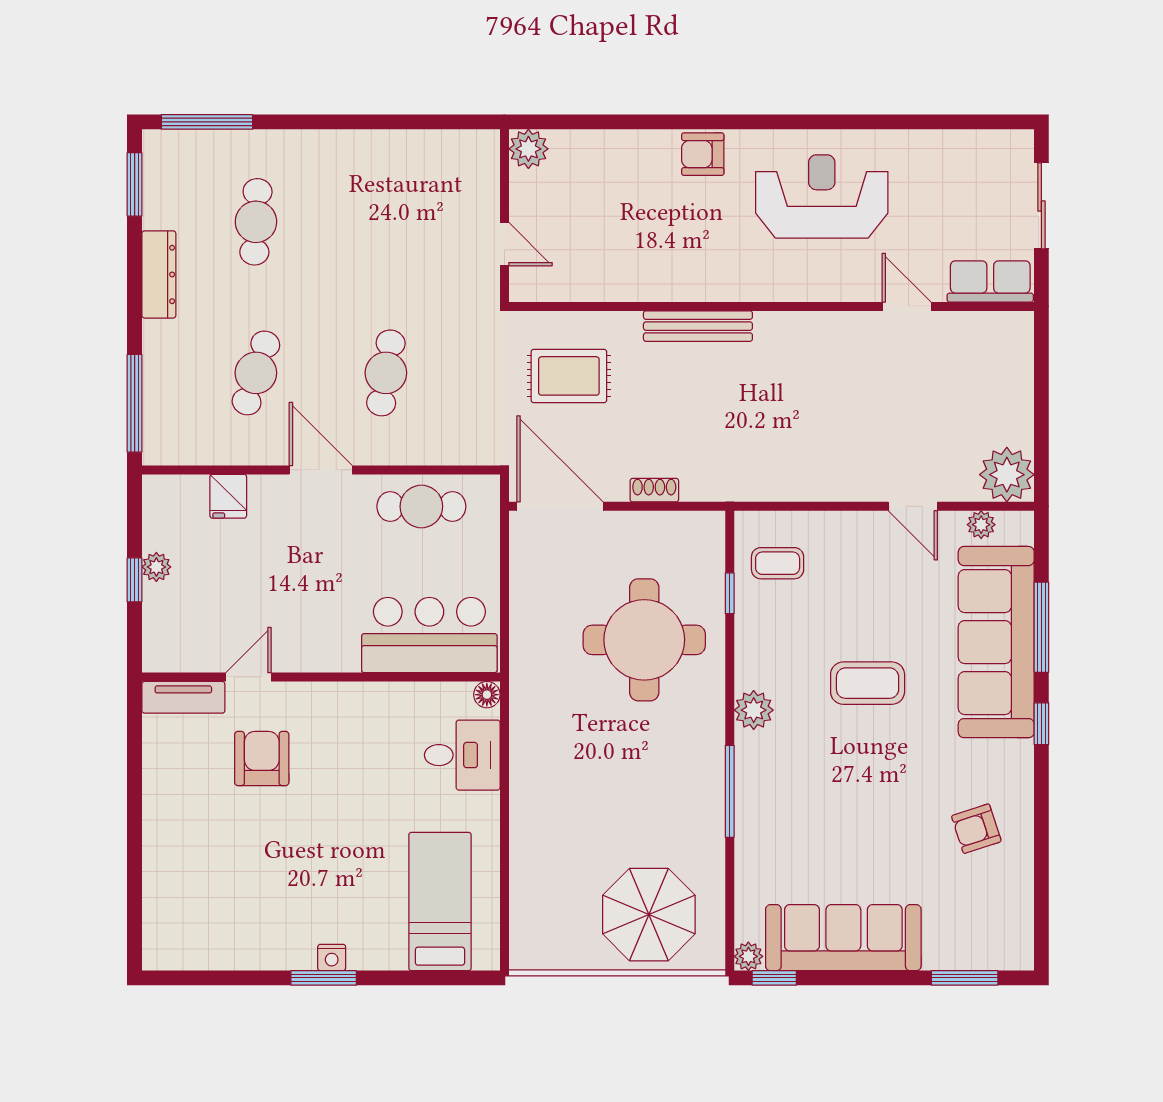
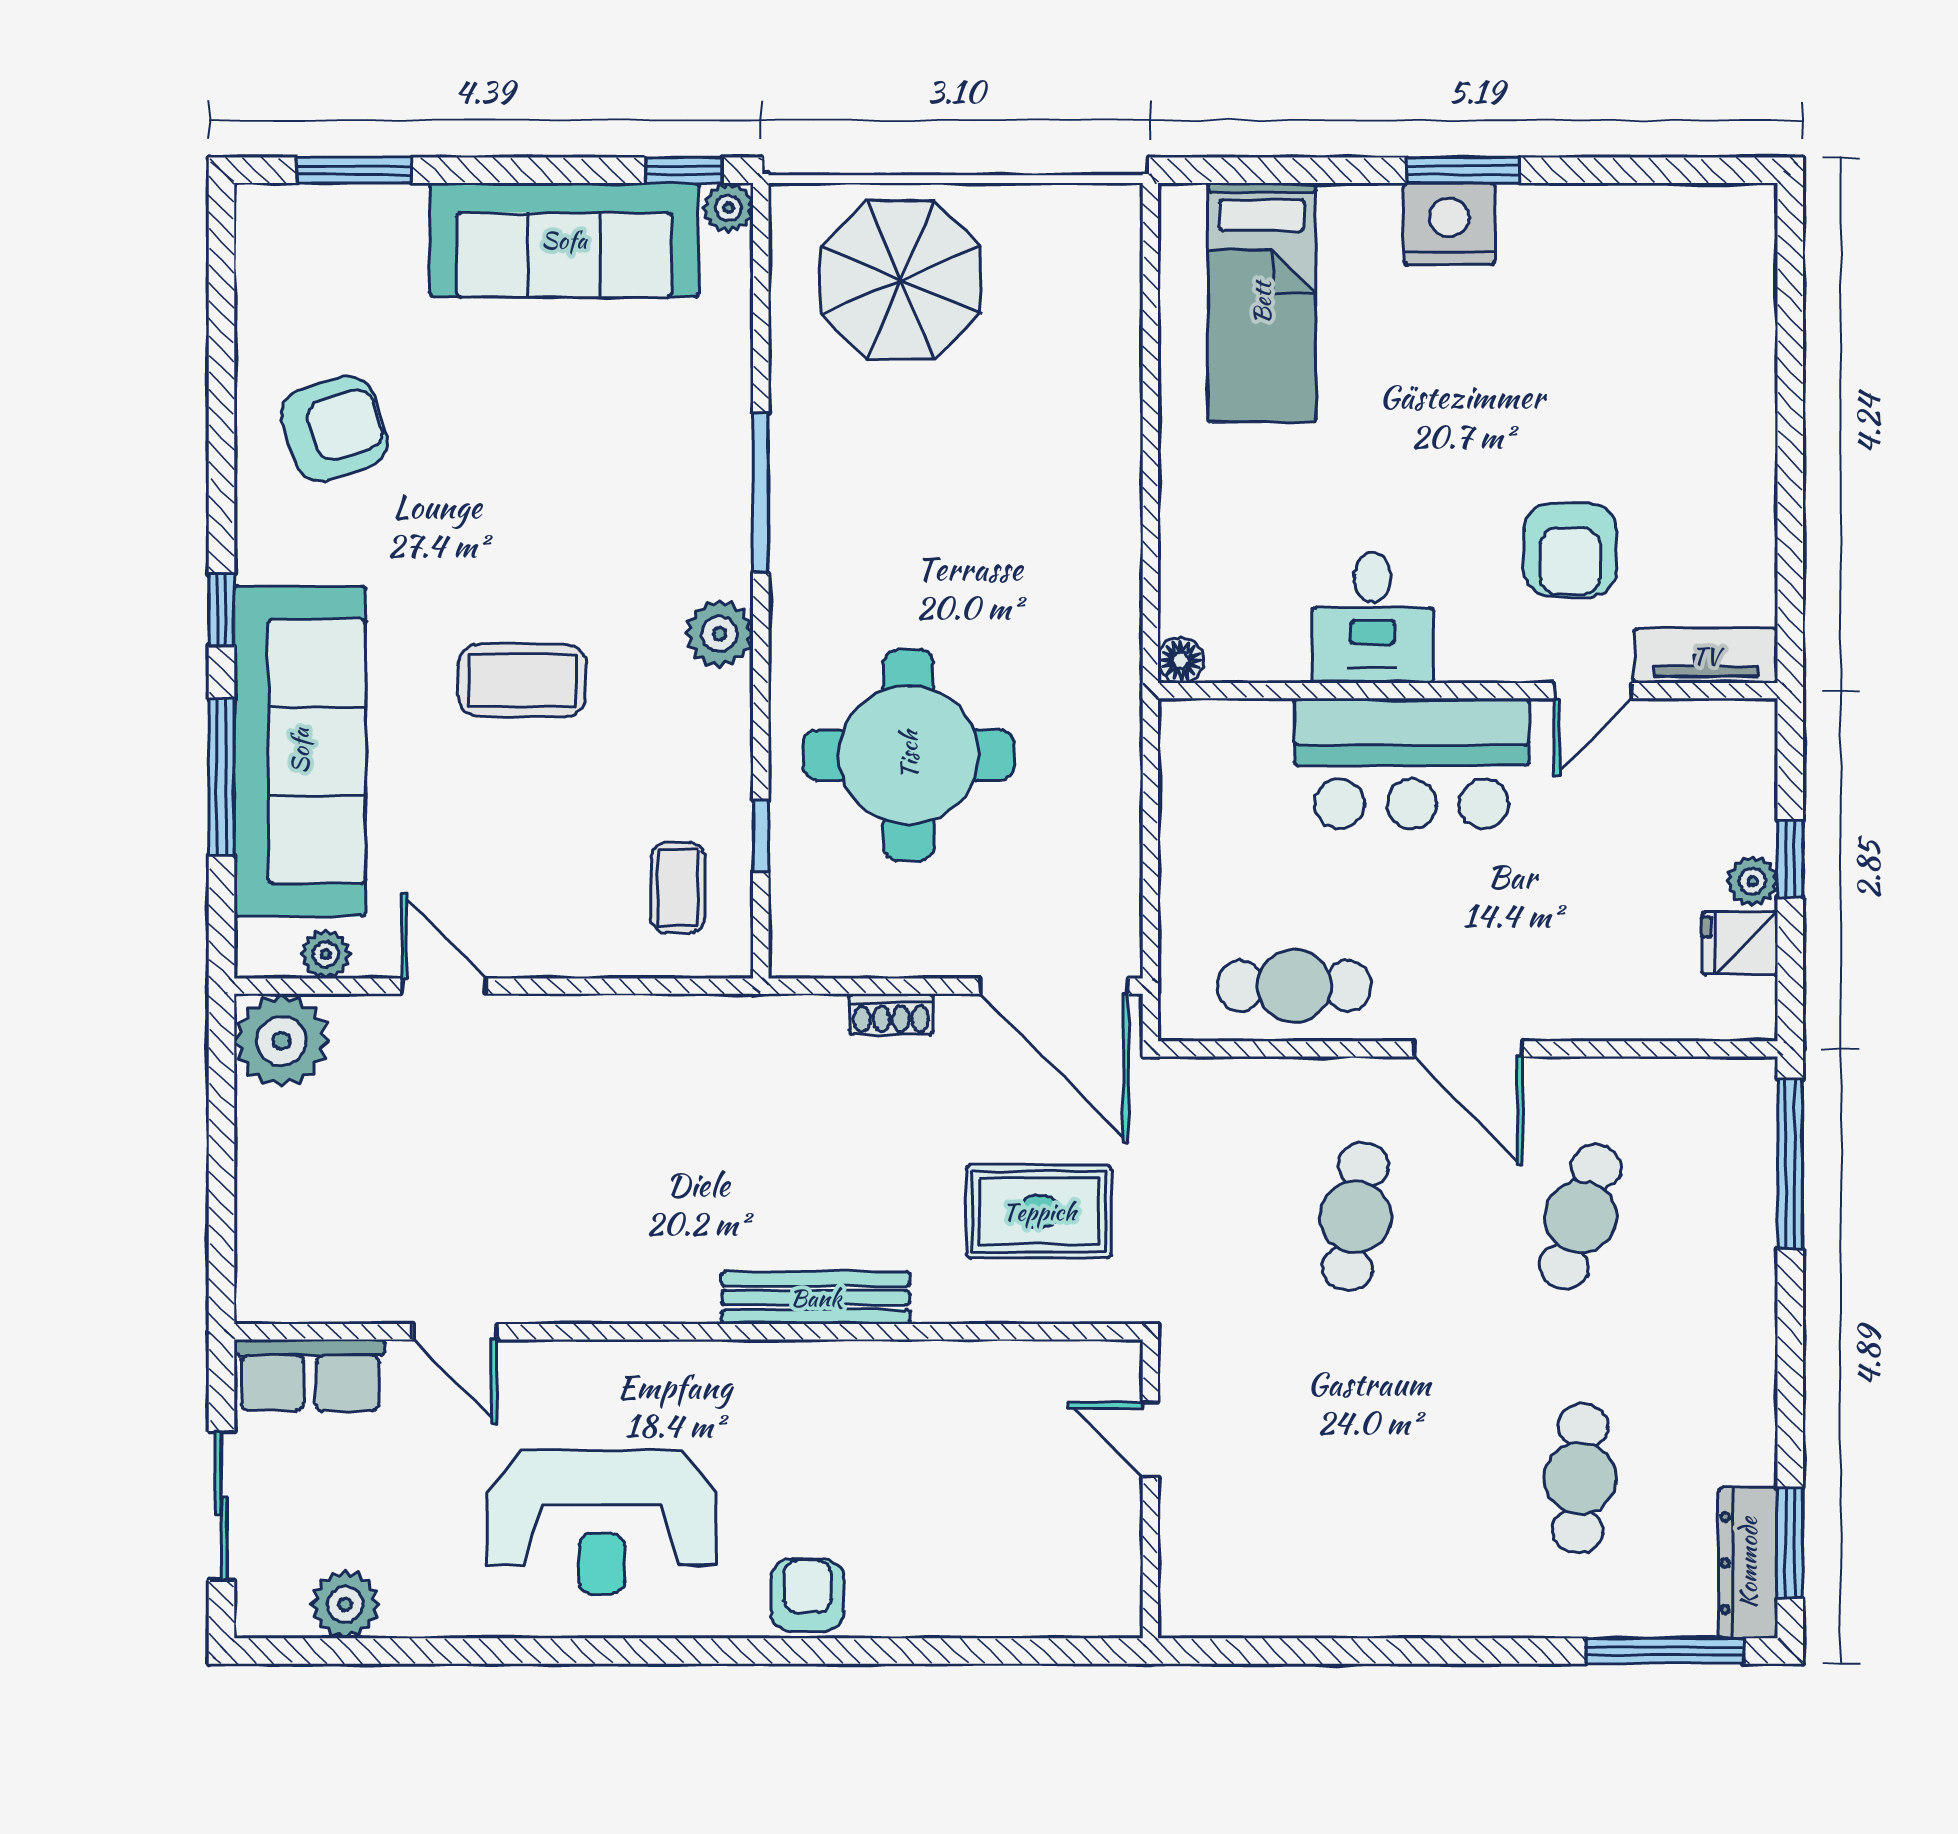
plant: (528, 149) -> (345, 1604), moved
armchair: (703, 154) -> (807, 1595), turned -90
dresser: (159, 274) -> (1748, 1563), moved
fridge: (228, 496) -> (1740, 943), moved, turned -90
coffee table: (778, 563) -> (678, 888), turned 90
bar counter: (429, 635) -> (1412, 763), moved
desk: (462, 755) -> (1373, 618), moved, turned -90
armchair: (976, 829) -> (334, 428), width x1.38, depth x1.38
nightstand: (332, 958) -> (1449, 224), width x1.89, depth x1.79

